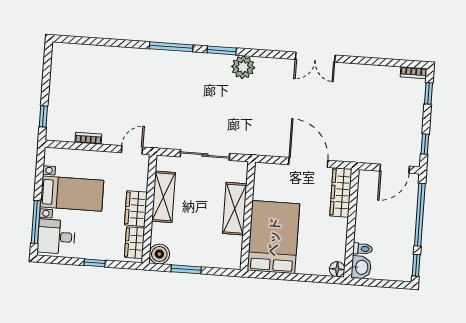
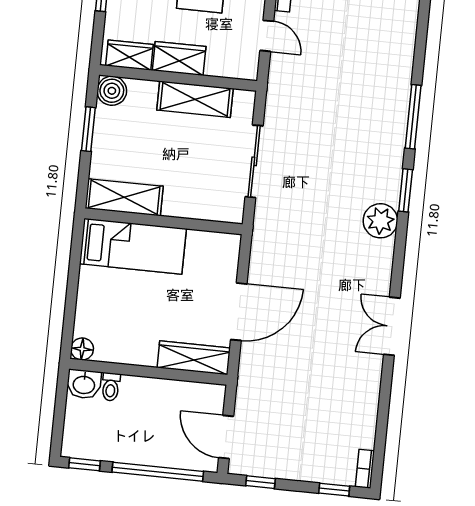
door: (132, 150) -> (267, 36), moved
shelving: (235, 209) -> (124, 197), moved
bed: (273, 237) -> (133, 246), width x0.67

